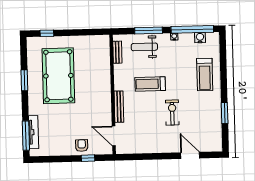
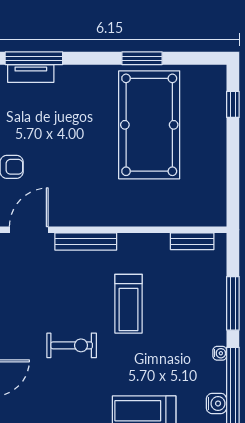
weight bench: (144, 47) -> (201, 294), removed
pool table: (58, 76) -> (149, 125), turned 90
treadmill: (150, 84) -> (129, 304), turned 180
tv unit: (34, 132) -> (31, 73), width x0.71

